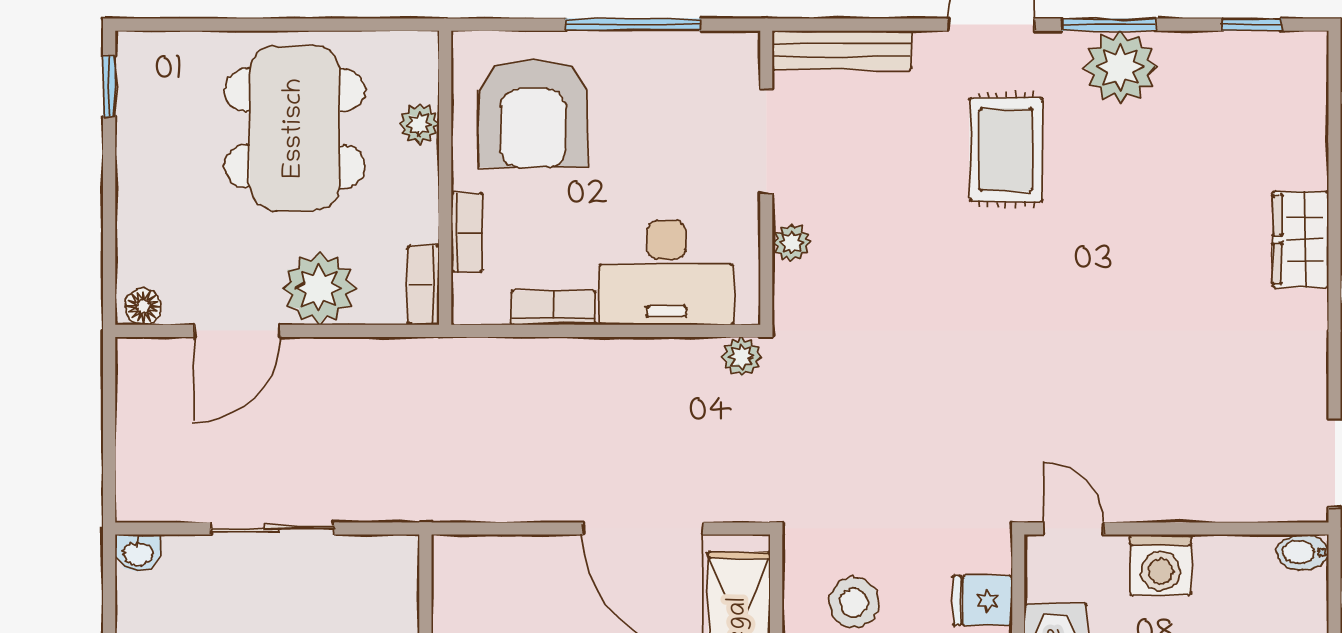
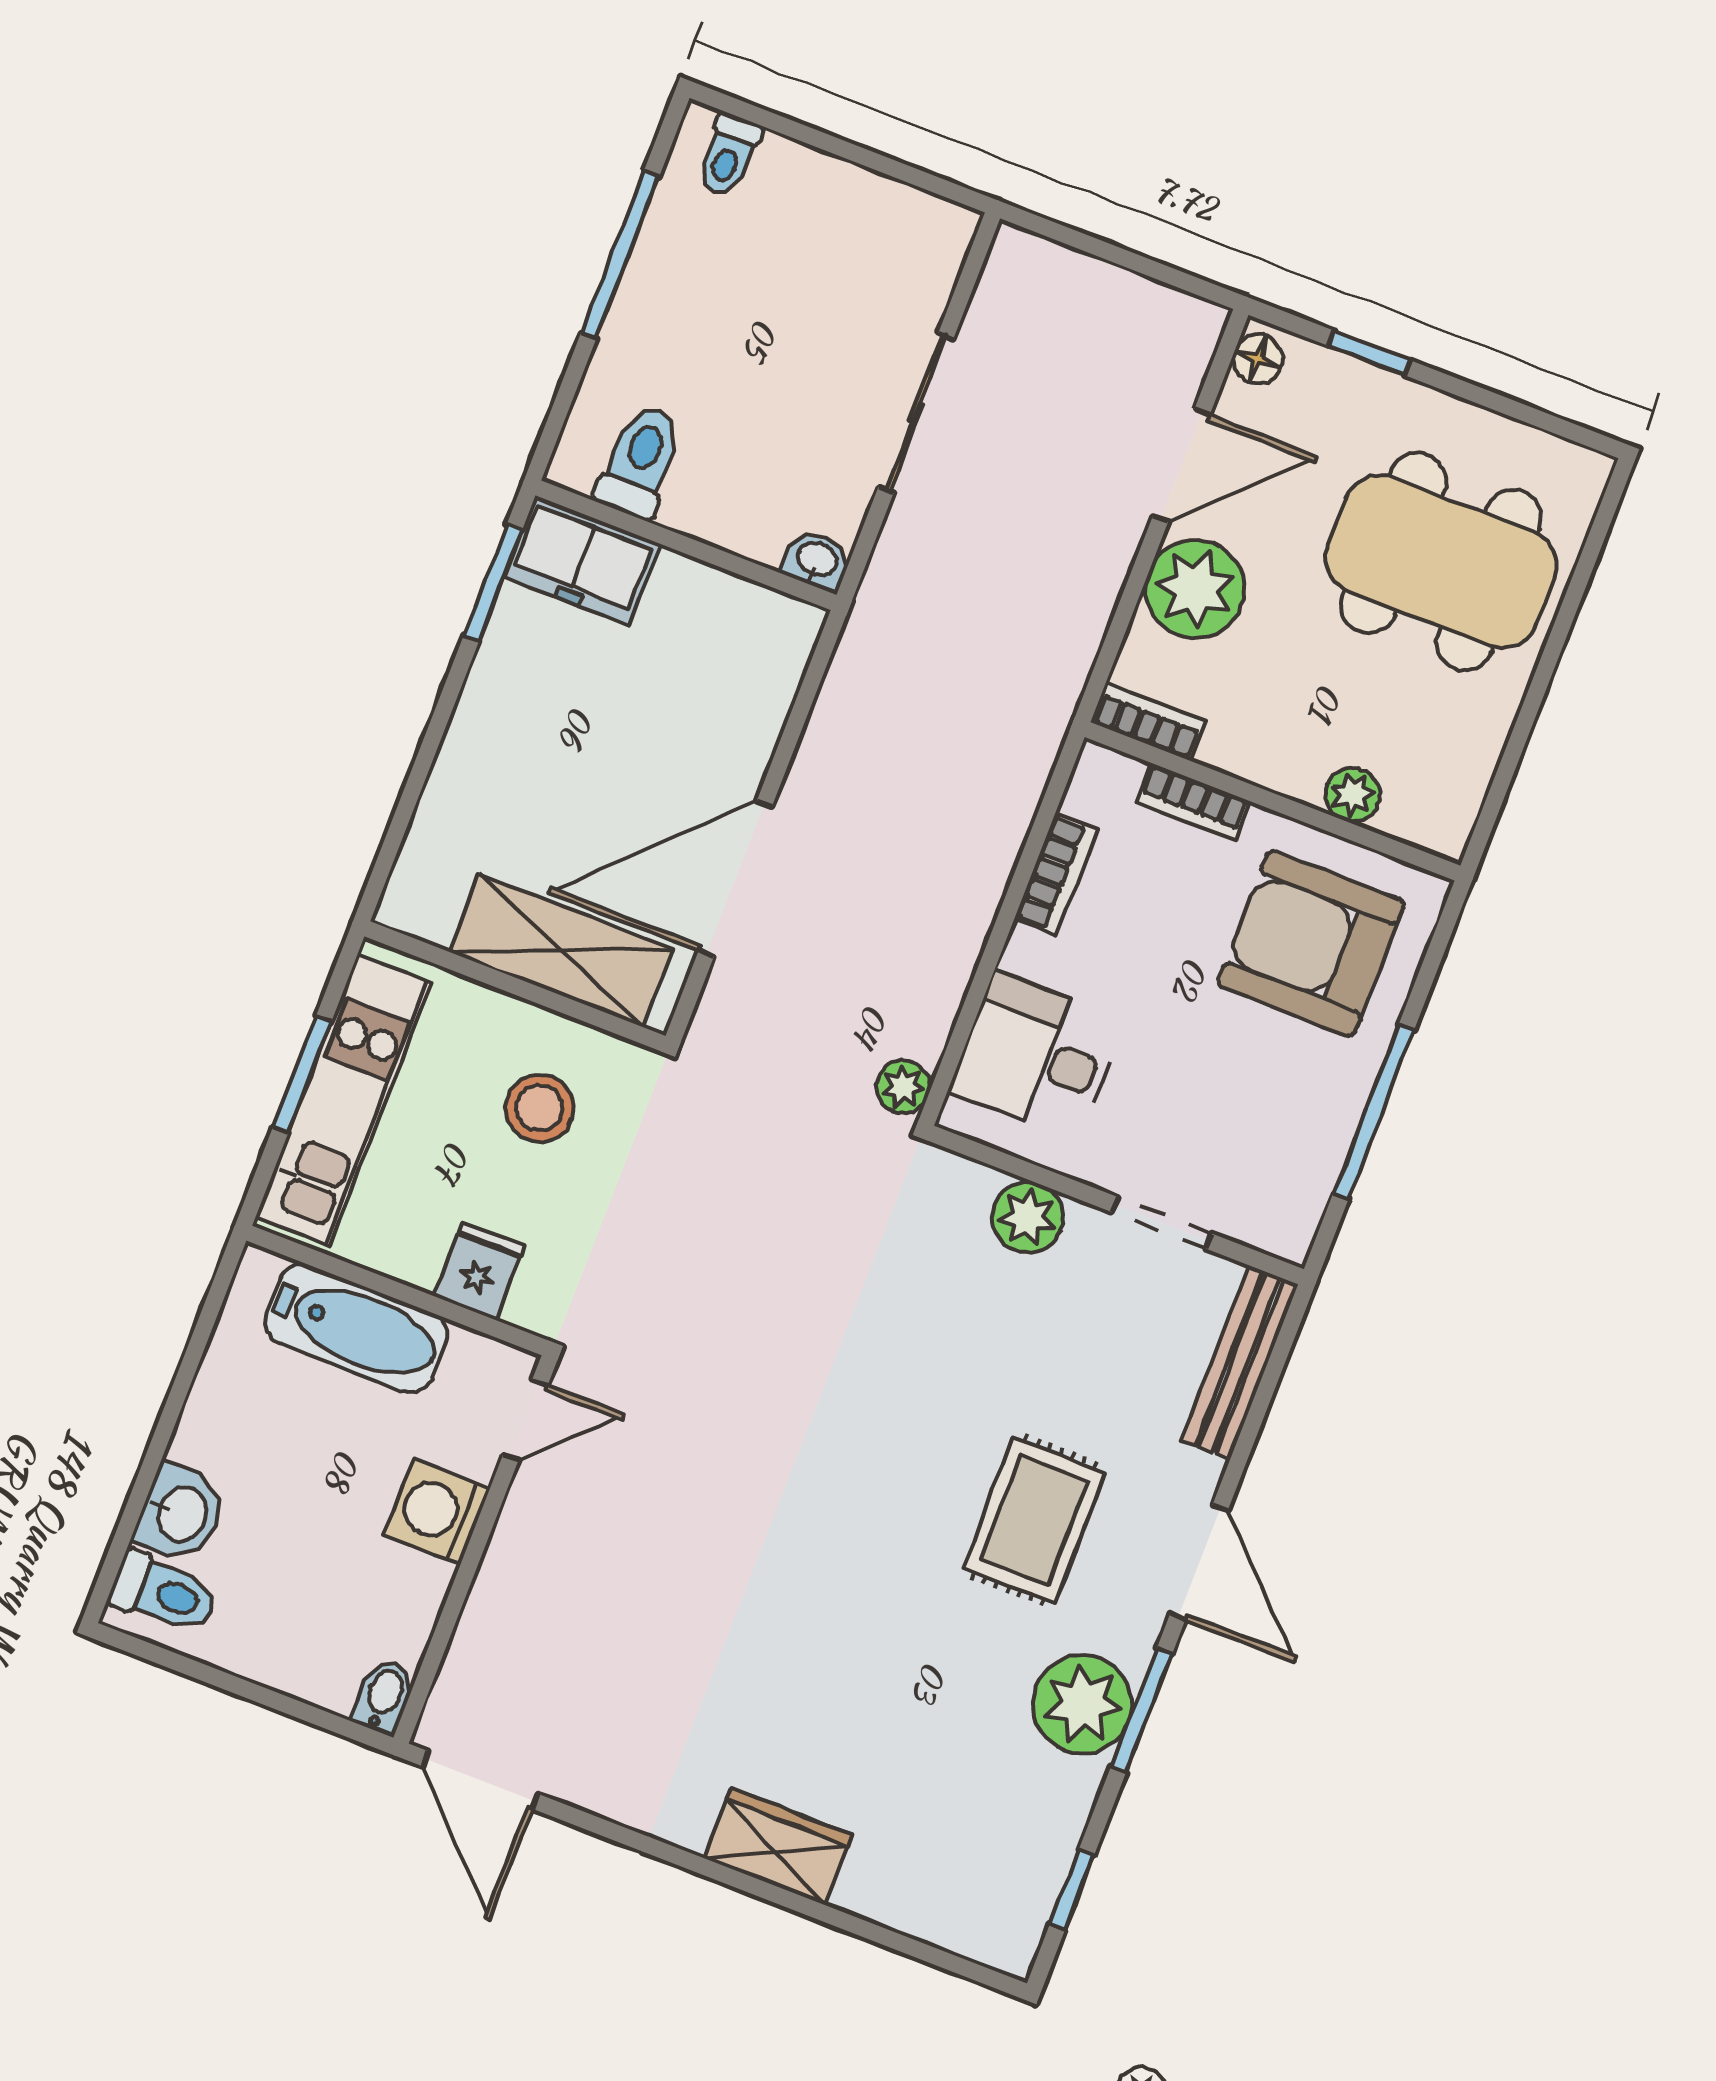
window: (109, 86) -> (1369, 353), moved
dining table: (295, 128) -> (1441, 561), moved
doorway: (766, 141) -> (1162, 1223), width x0.73
rug: (1006, 150) -> (1034, 1520), turned 90
plant: (791, 243) -> (1028, 1217), width x1.38, depth x1.38
desk: (666, 272) -> (1037, 1056), width x0.73
door: (237, 331) -> (1181, 466), swing flipped
washbasin: (138, 553) -> (817, 561), moved, turned 90

